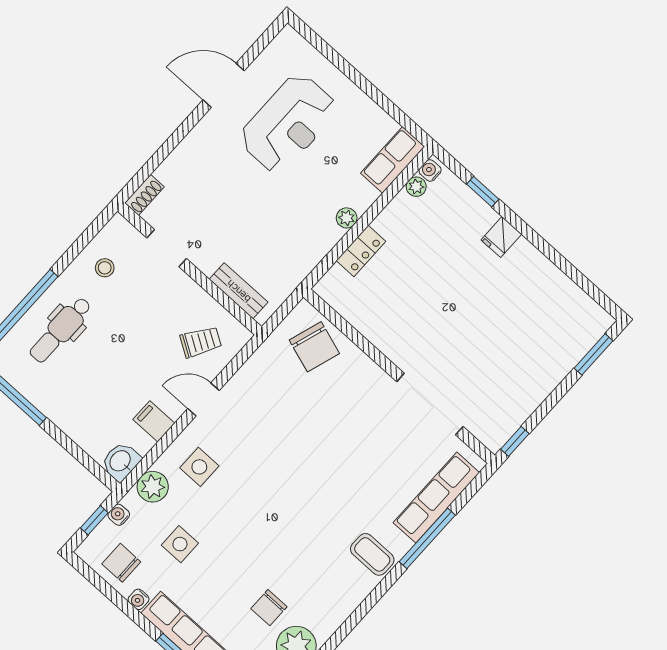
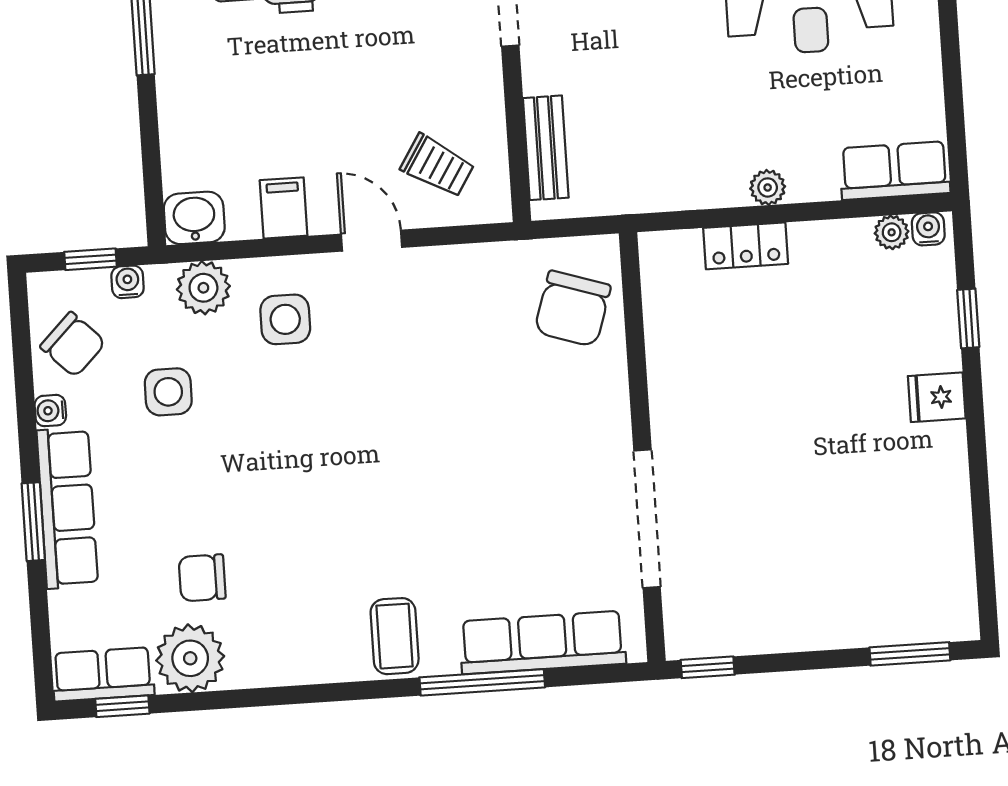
chair: (121, 563) -> (73, 345), turned 135

